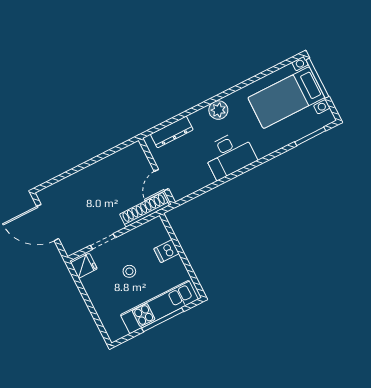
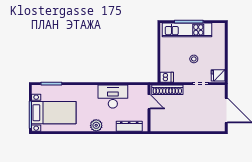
desk: (229, 155) -> (113, 97), moved
door: (161, 180) -> (149, 102), hinge flipped
dishwasher: (166, 251) -> (167, 77), moved

